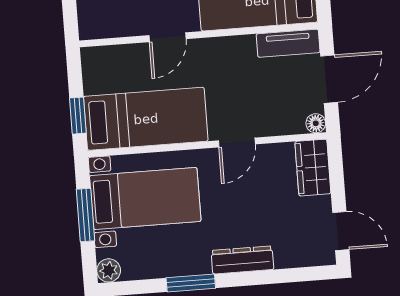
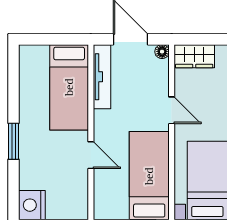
tv unit: (288, 43) -> (102, 77), width x1.41

